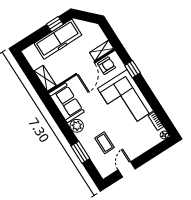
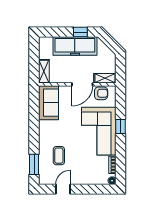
window: (132, 69) -> (121, 127), moved
plant: (77, 126) -> (45, 127), removed
window: (80, 152) -> (34, 164), moved

